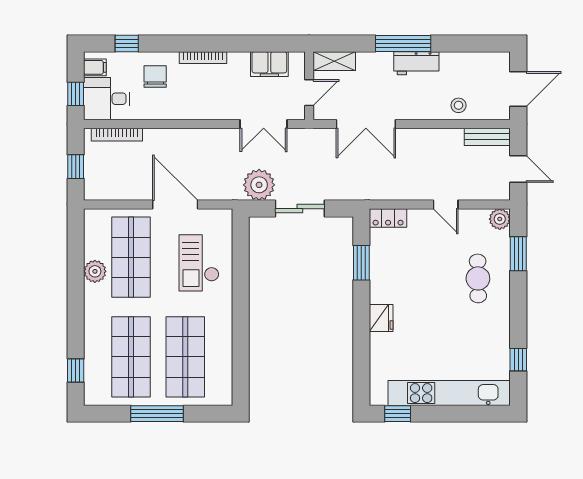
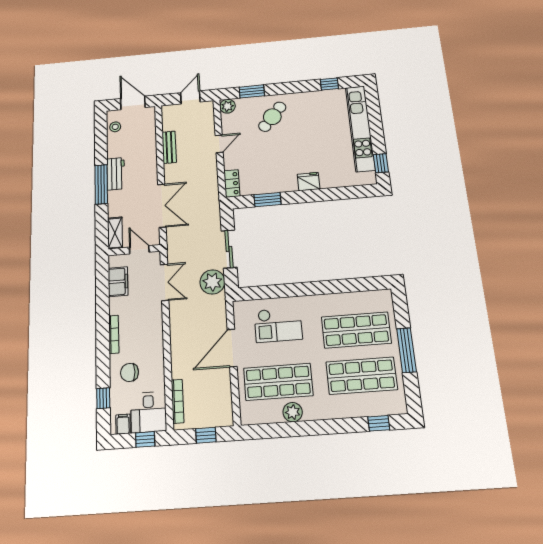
stool: (459, 105) -> (115, 127), moved
bench: (487, 137) -> (169, 147), moved
cafe table: (478, 278) -> (272, 117), turned -48

